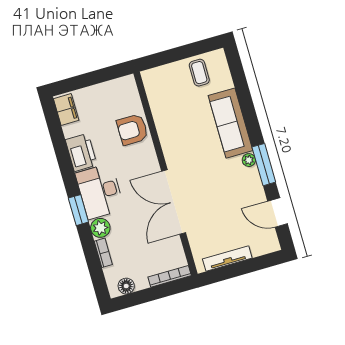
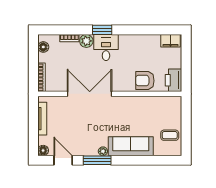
armchair: (132, 130) -> (145, 81), turned -90
printer: (81, 152) -> (173, 80), moved, turned 90
desk: (100, 191) -> (106, 48), width x0.73
door: (278, 212) -> (63, 160), hinge flipped
floor lamp: (272, 245) -> (43, 150), added

